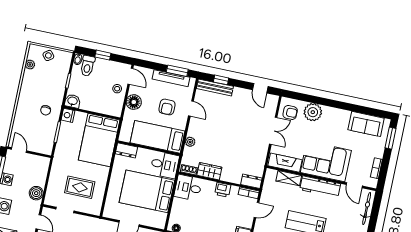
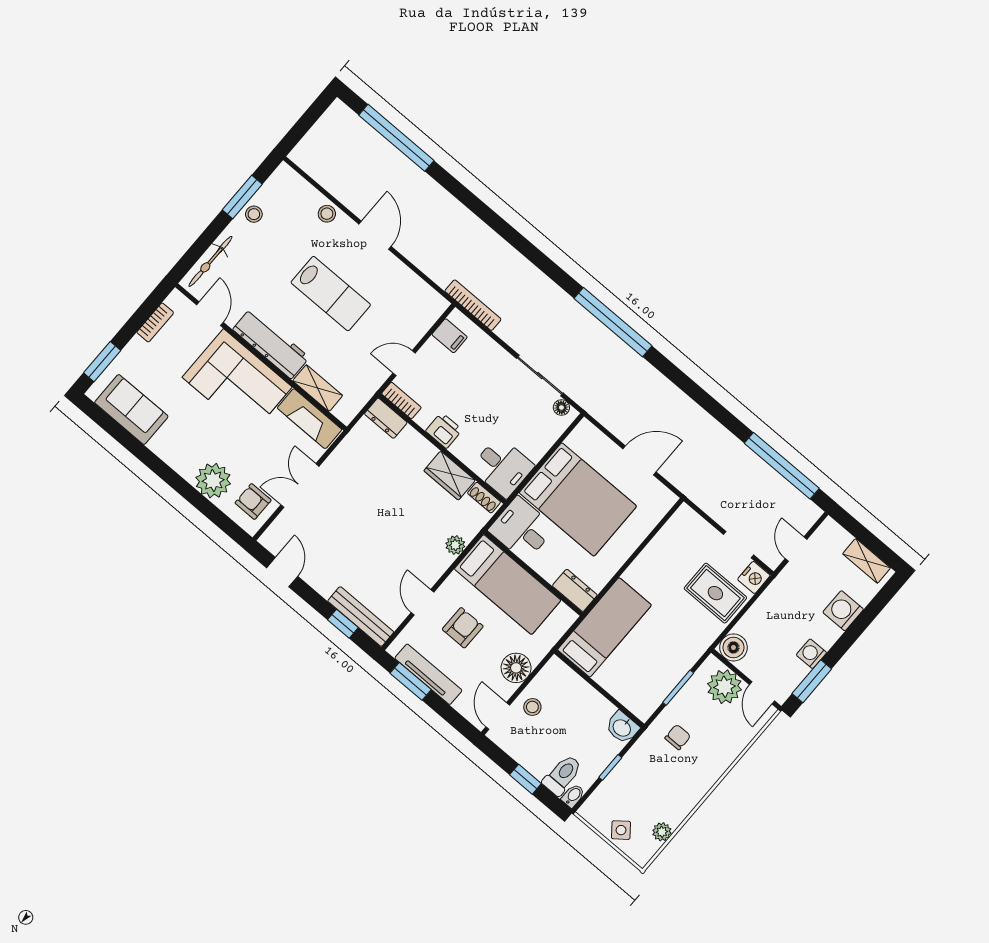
nightstand: (68, 115) -> (754, 577), moved
bed: (99, 140) -> (604, 627), width x0.67
plant: (37, 144) -> (724, 687), added
rug: (80, 187) -> (715, 593), moved
boiler: (36, 193) -> (733, 647), moved

